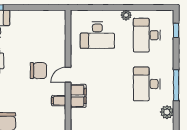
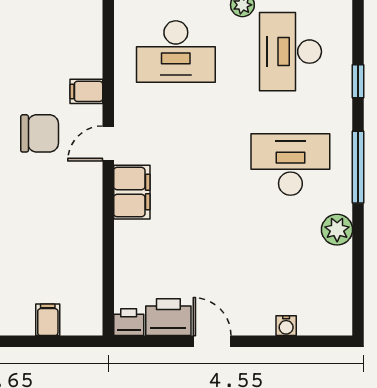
window: (176, 30) -> (358, 81), moved
desk: (147, 84) -> (290, 164), turned 90
filing cabinet: (59, 101) -> (86, 91), moved

